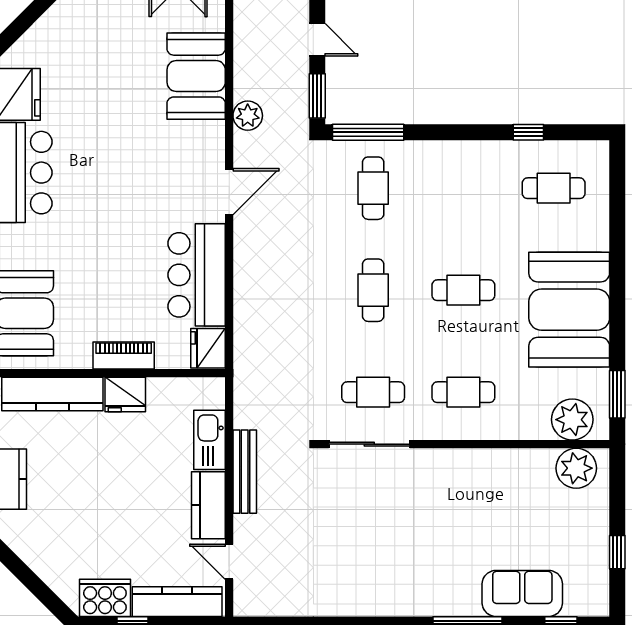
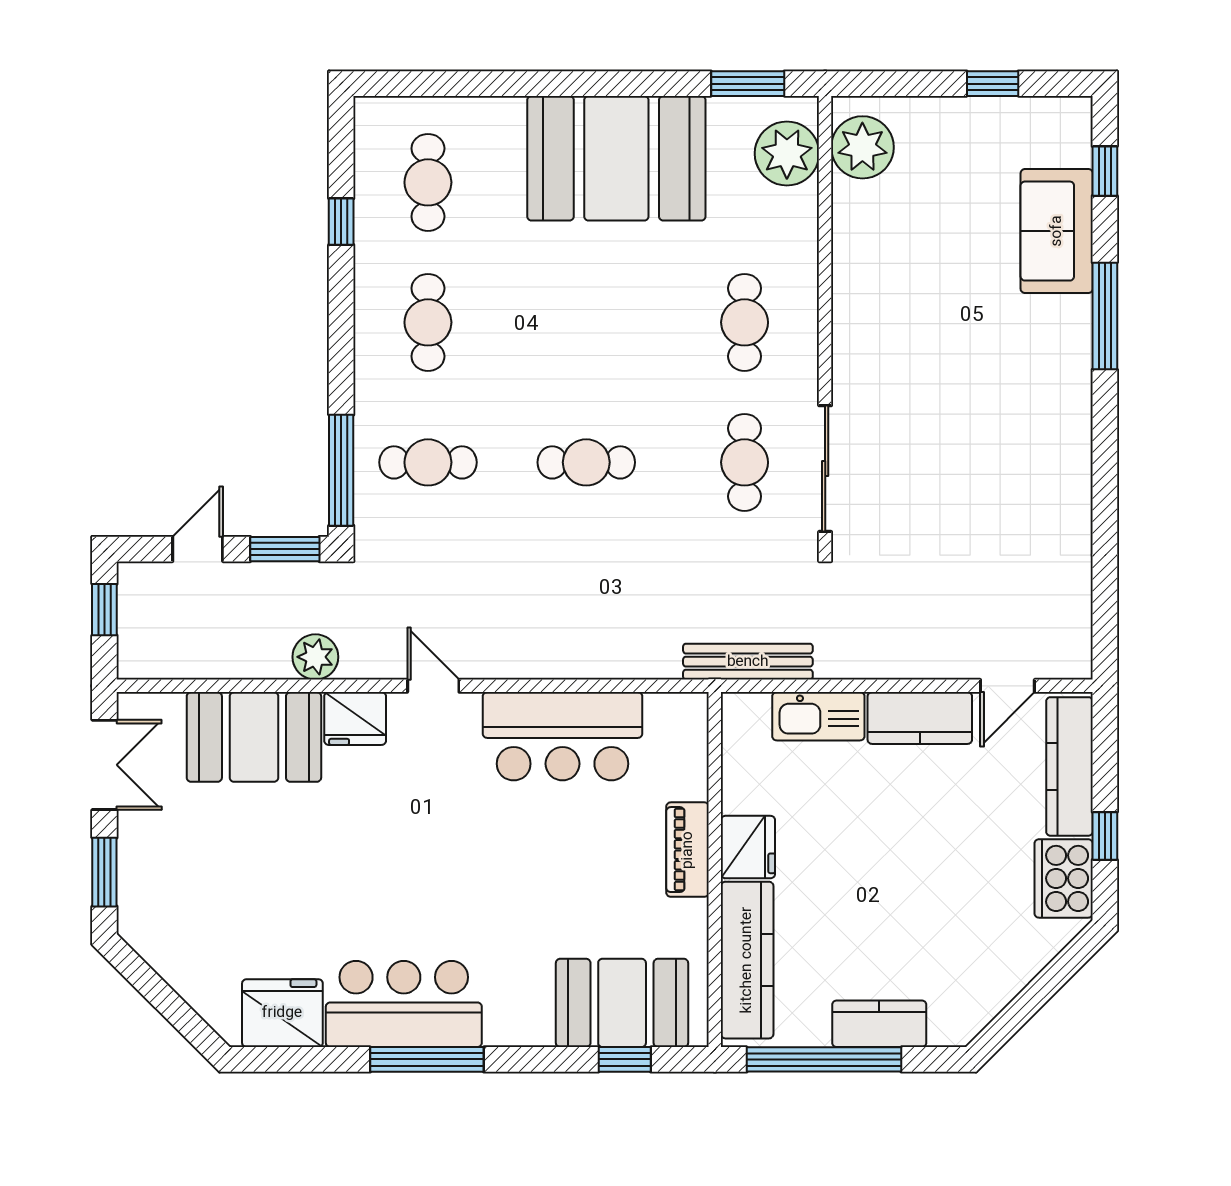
door: (229, 192) -> (433, 686), width x0.73
cafe table: (463, 290) -> (428, 322), moved
fridge: (208, 348) -> (355, 719), moved
bench: (245, 472) -> (748, 662), moved

